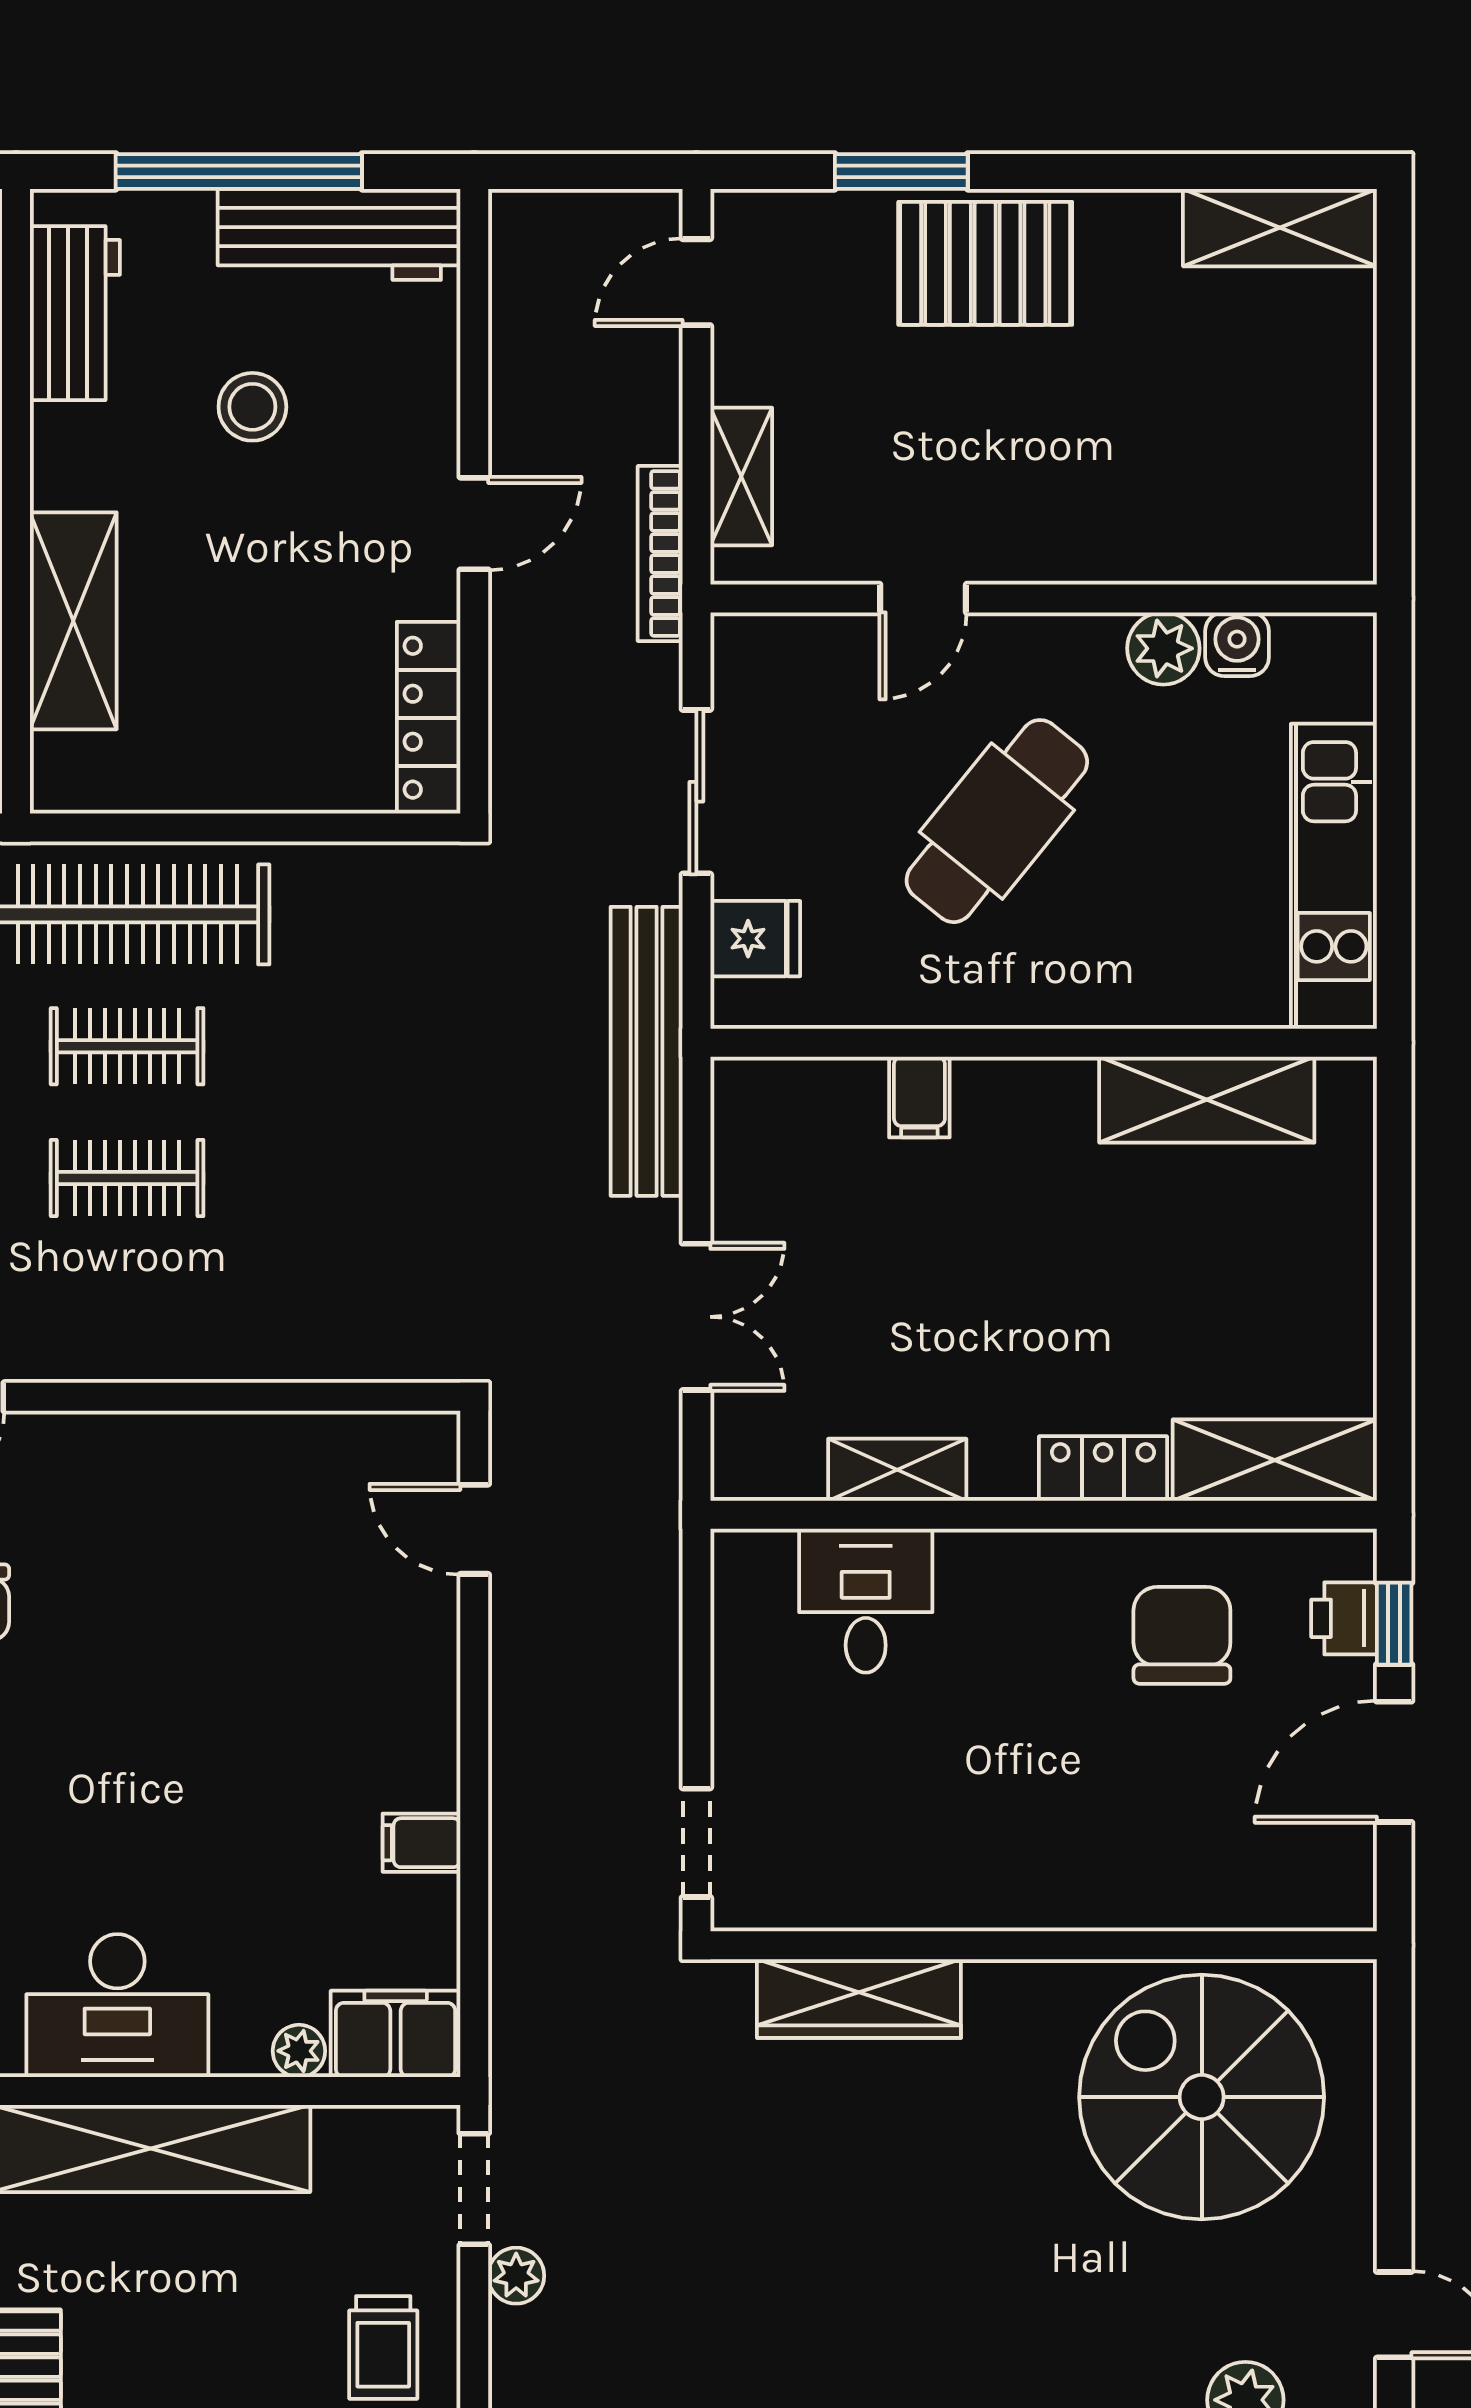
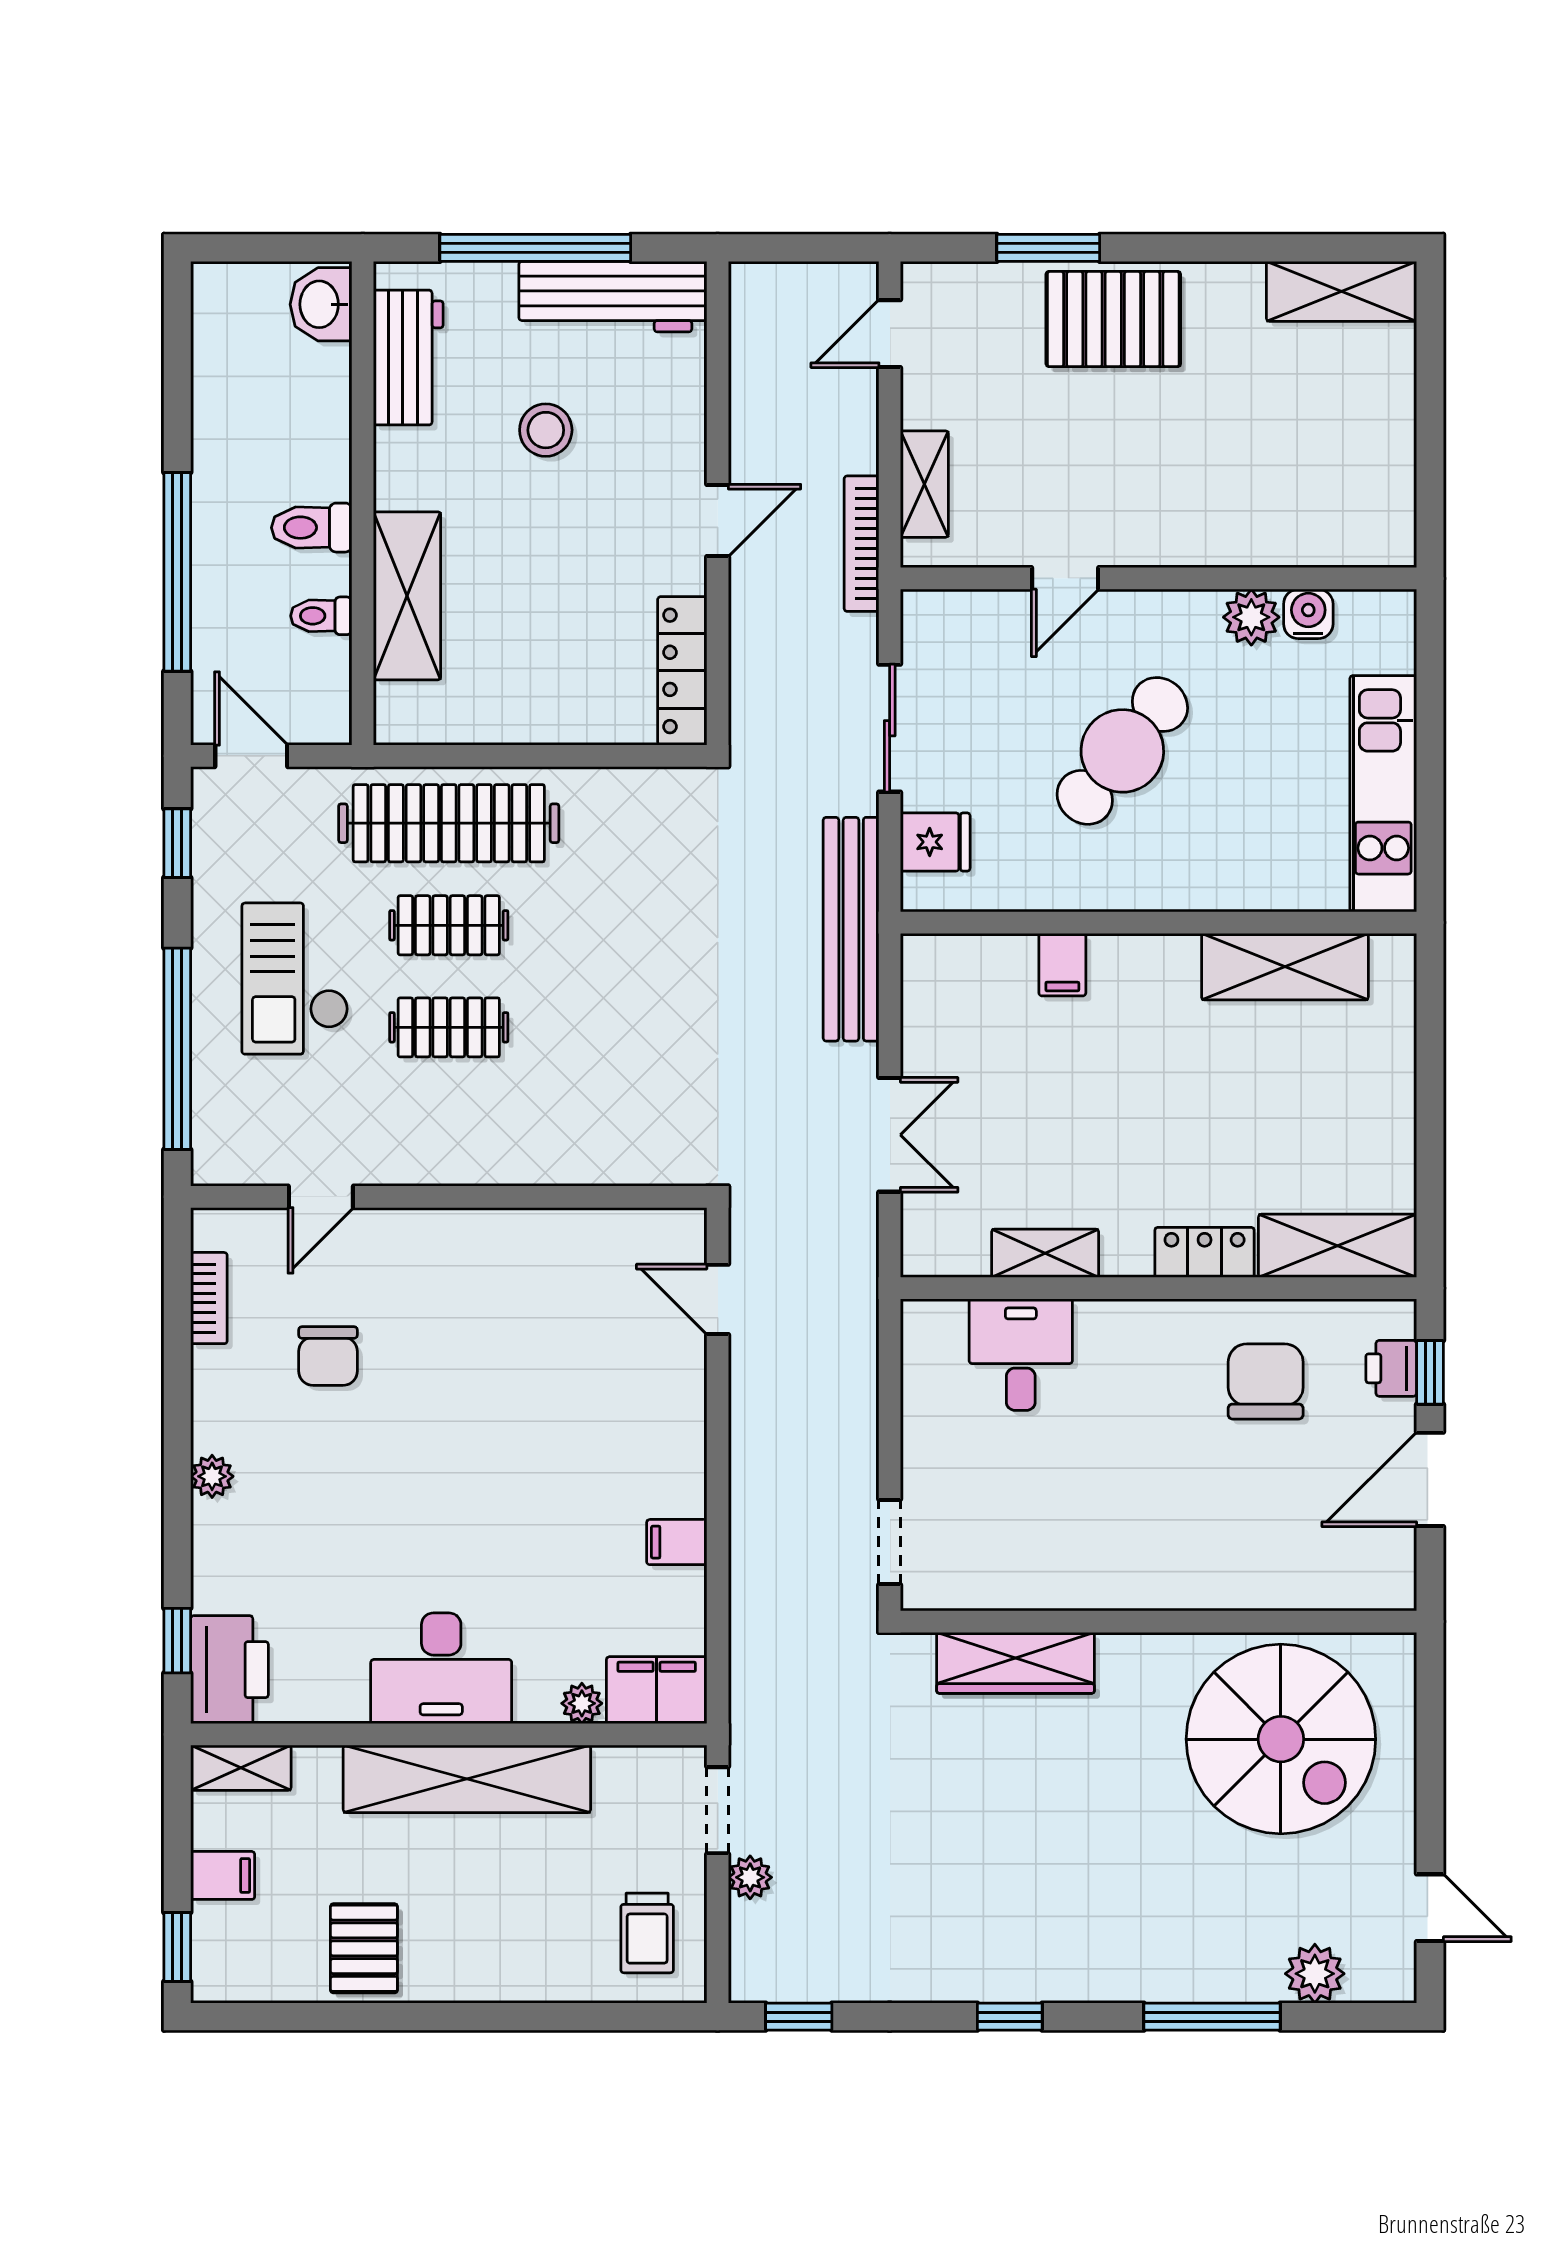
spiral stairs: (1202, 2097) -> (1281, 1739), turned 180

